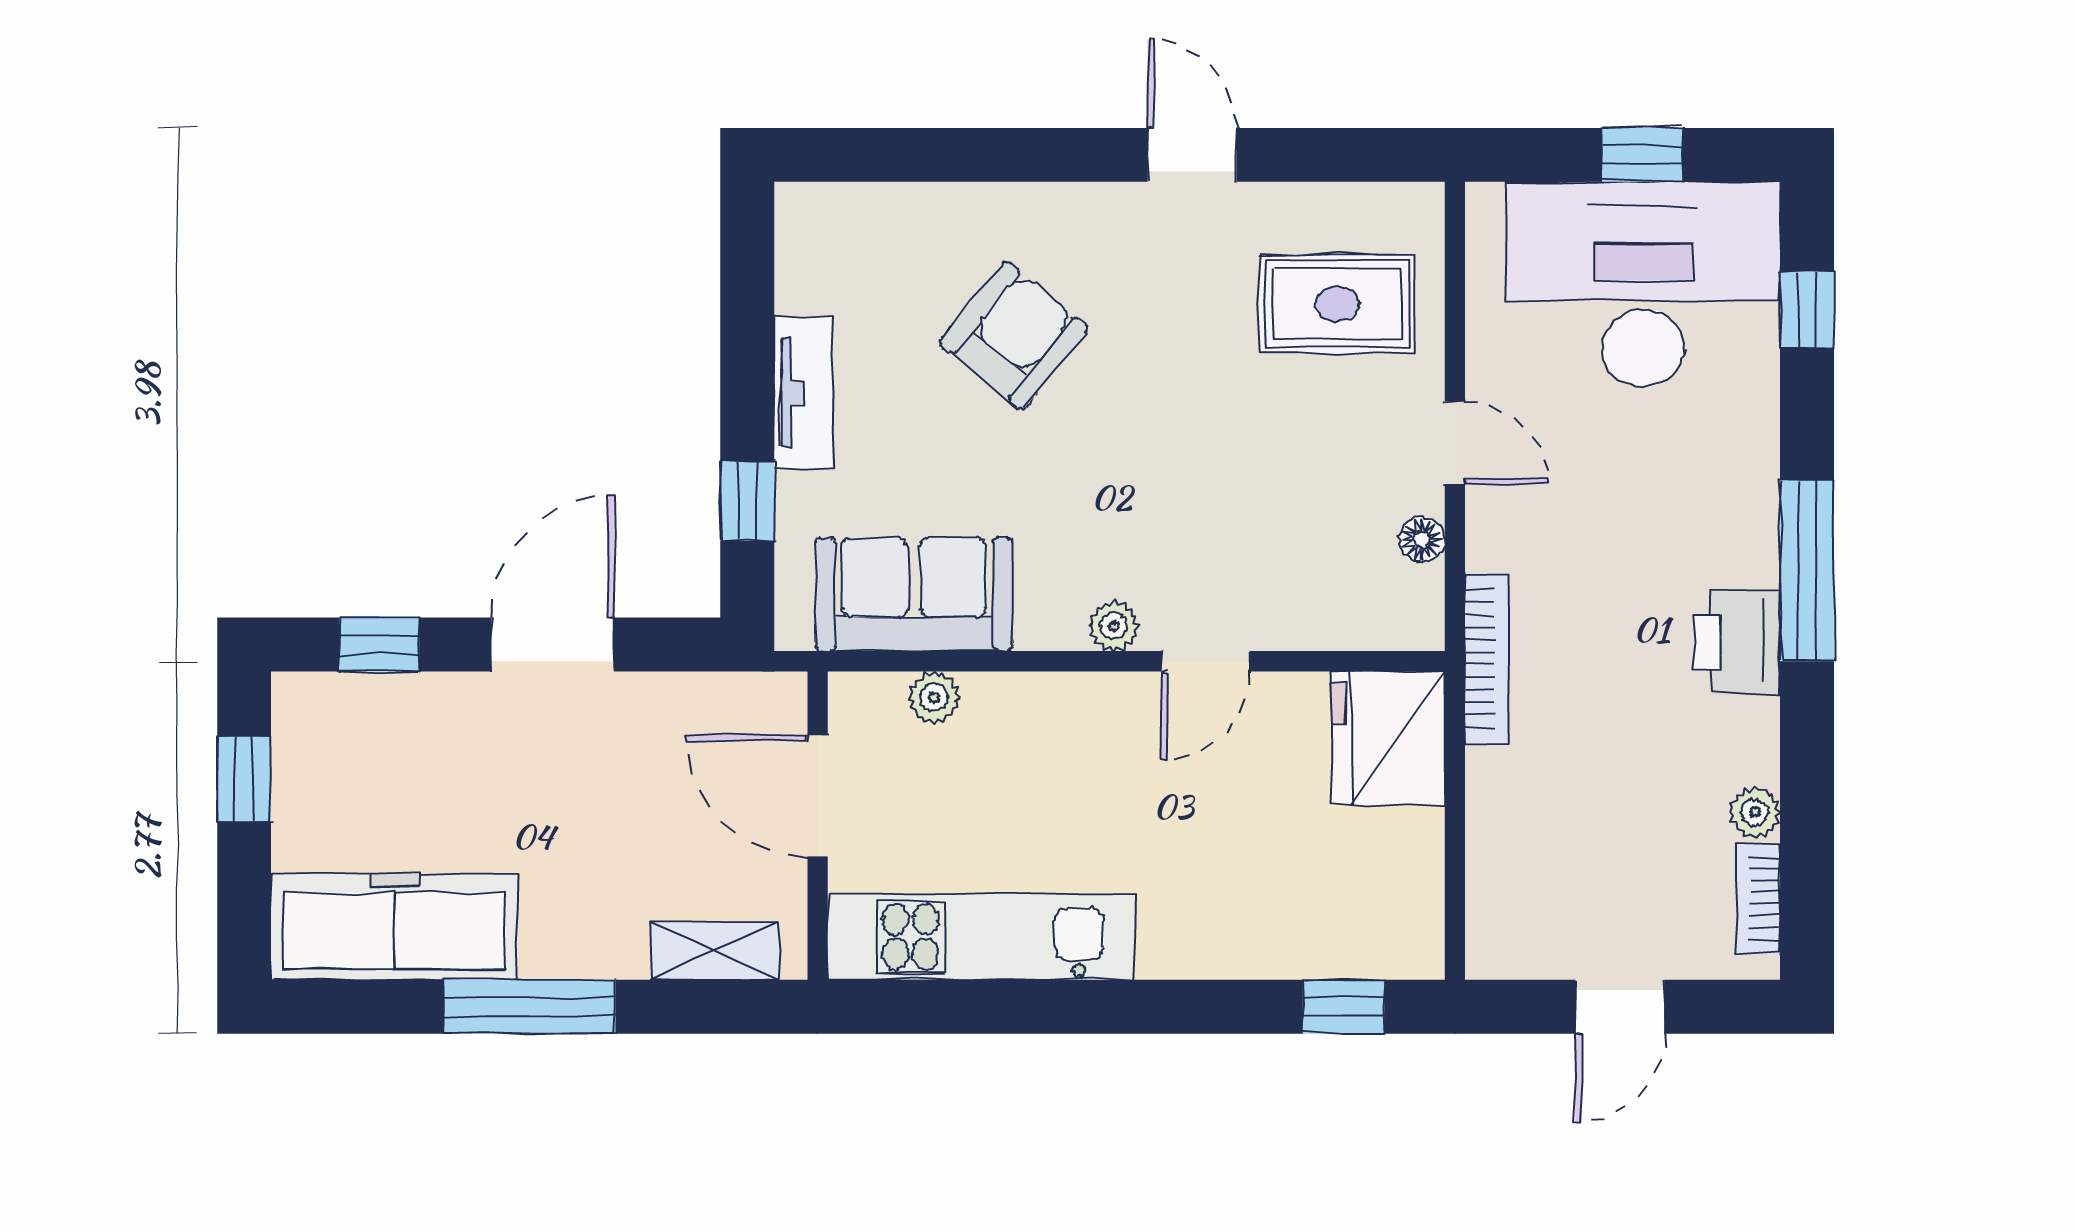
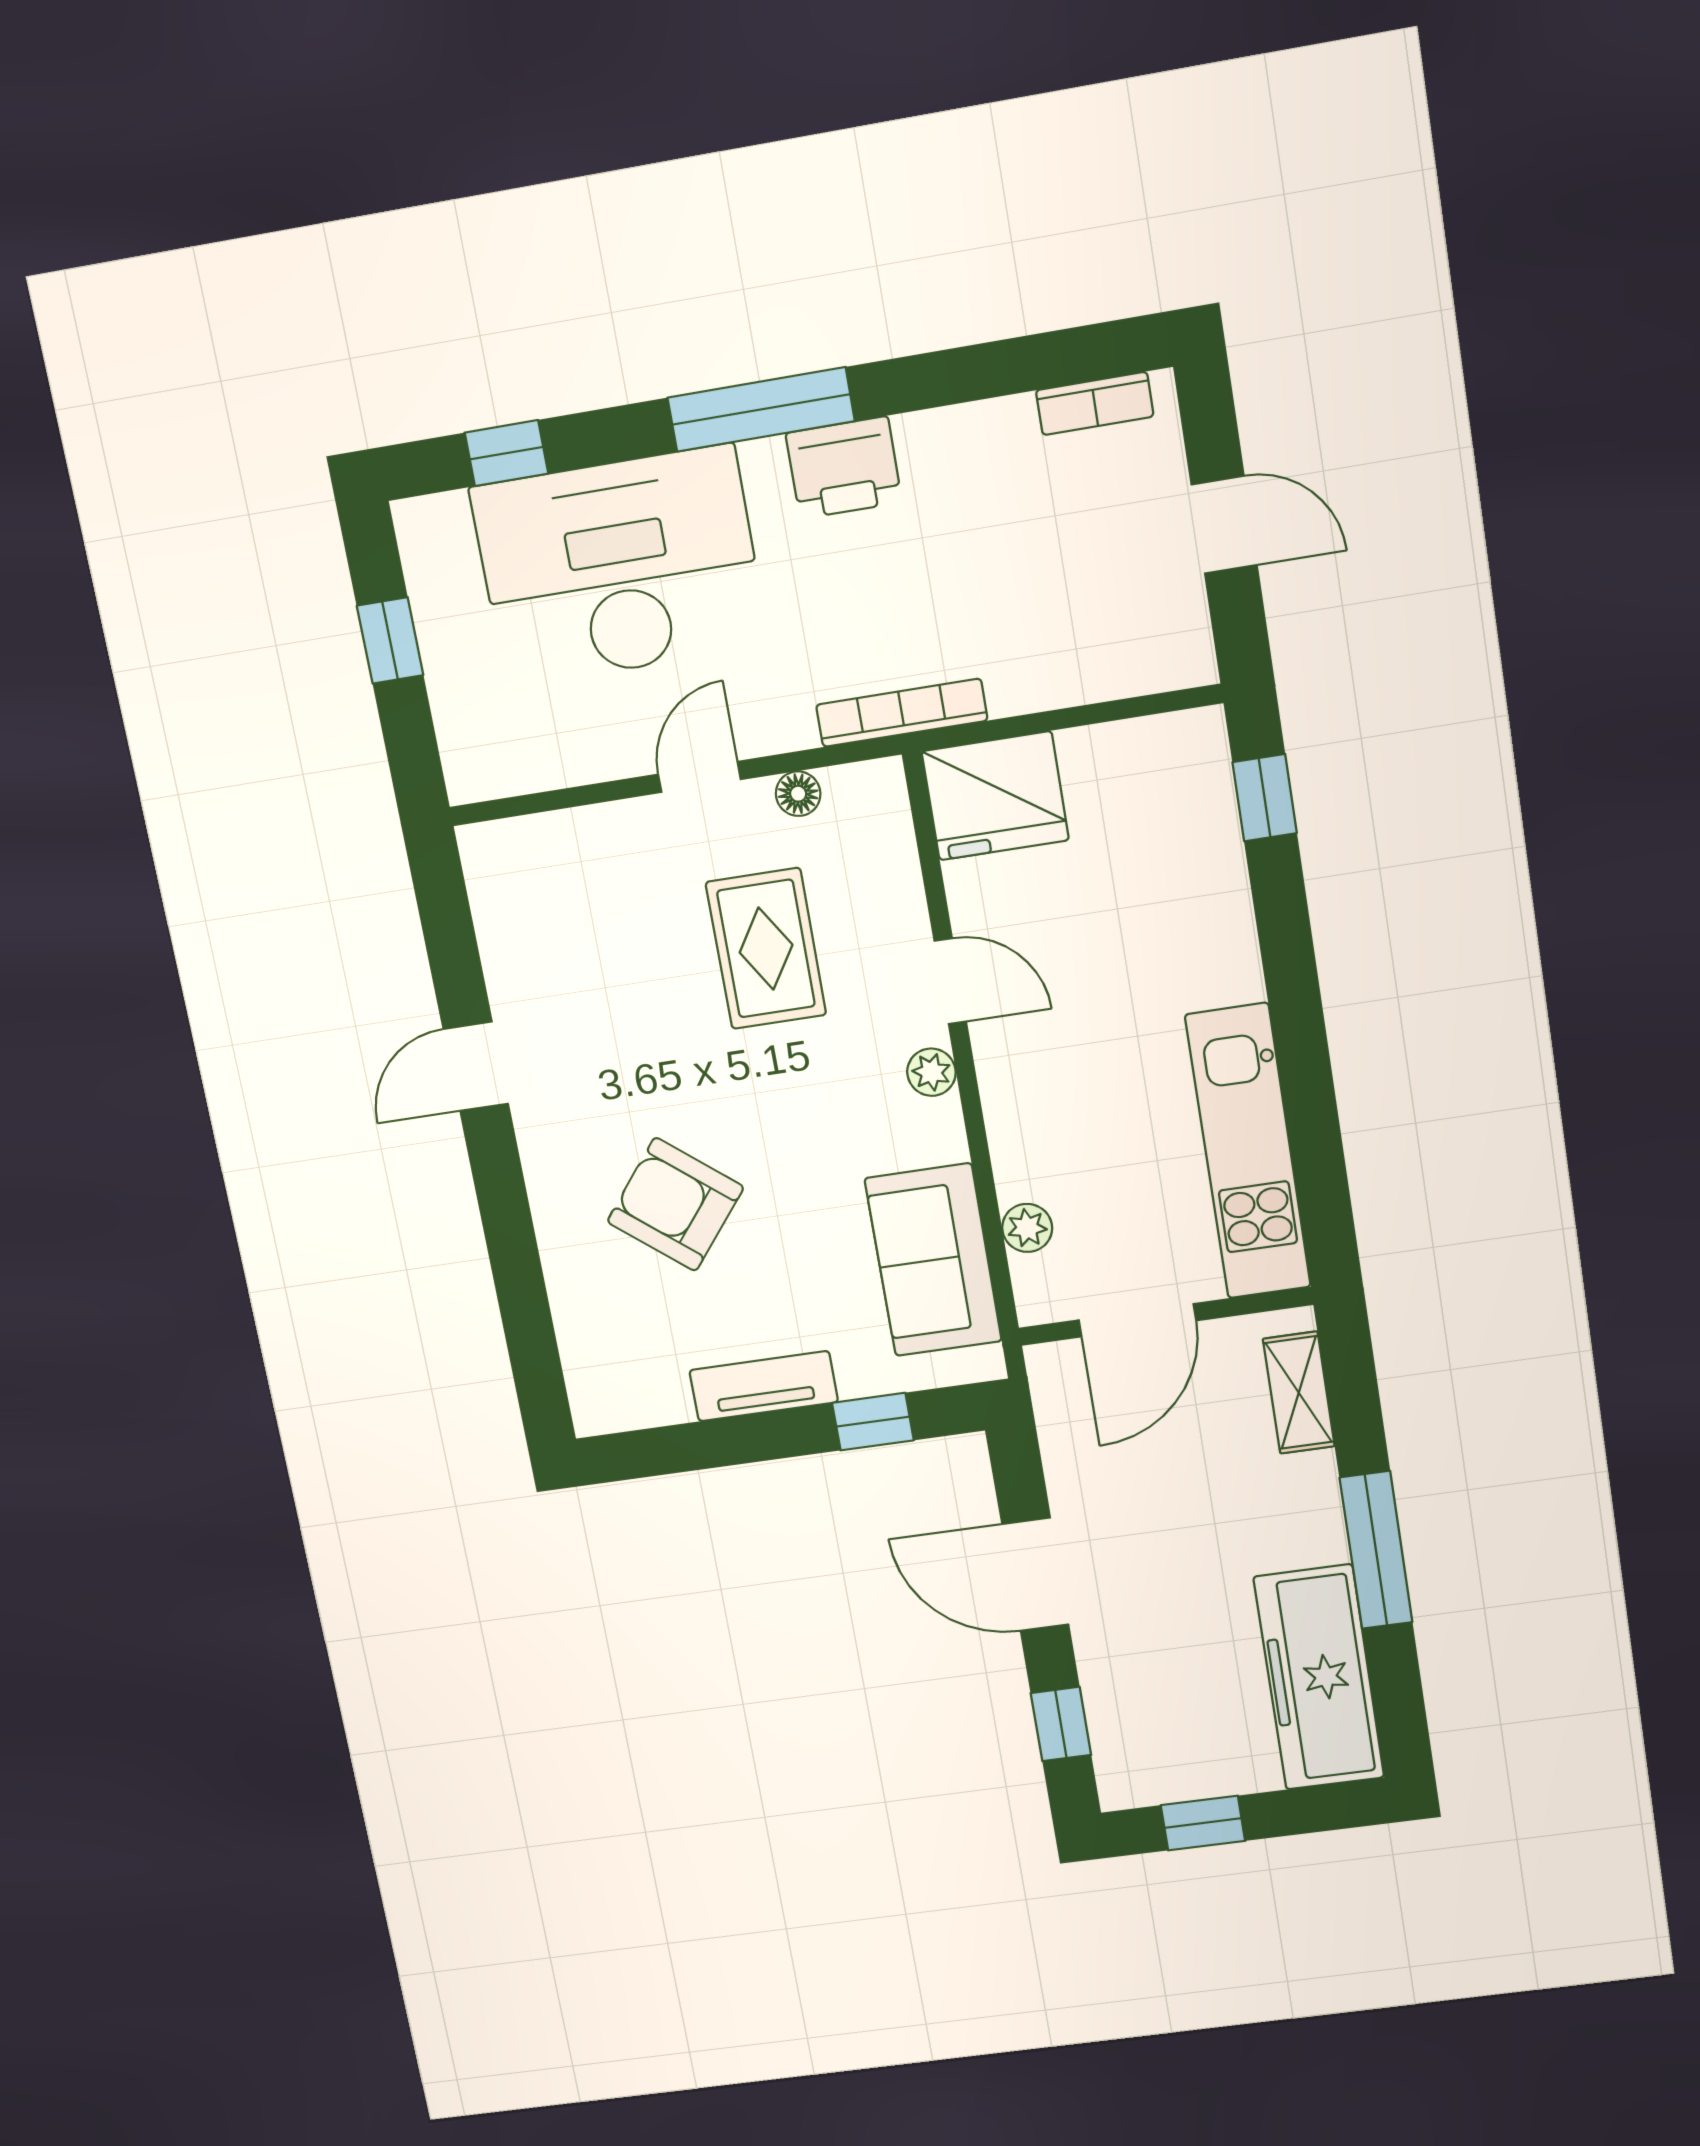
desk: (1643, 284) -> (619, 567), moved, turned 90
rug: (1337, 304) -> (766, 949), moved
plant: (1755, 812) -> (1009, 421), removed

